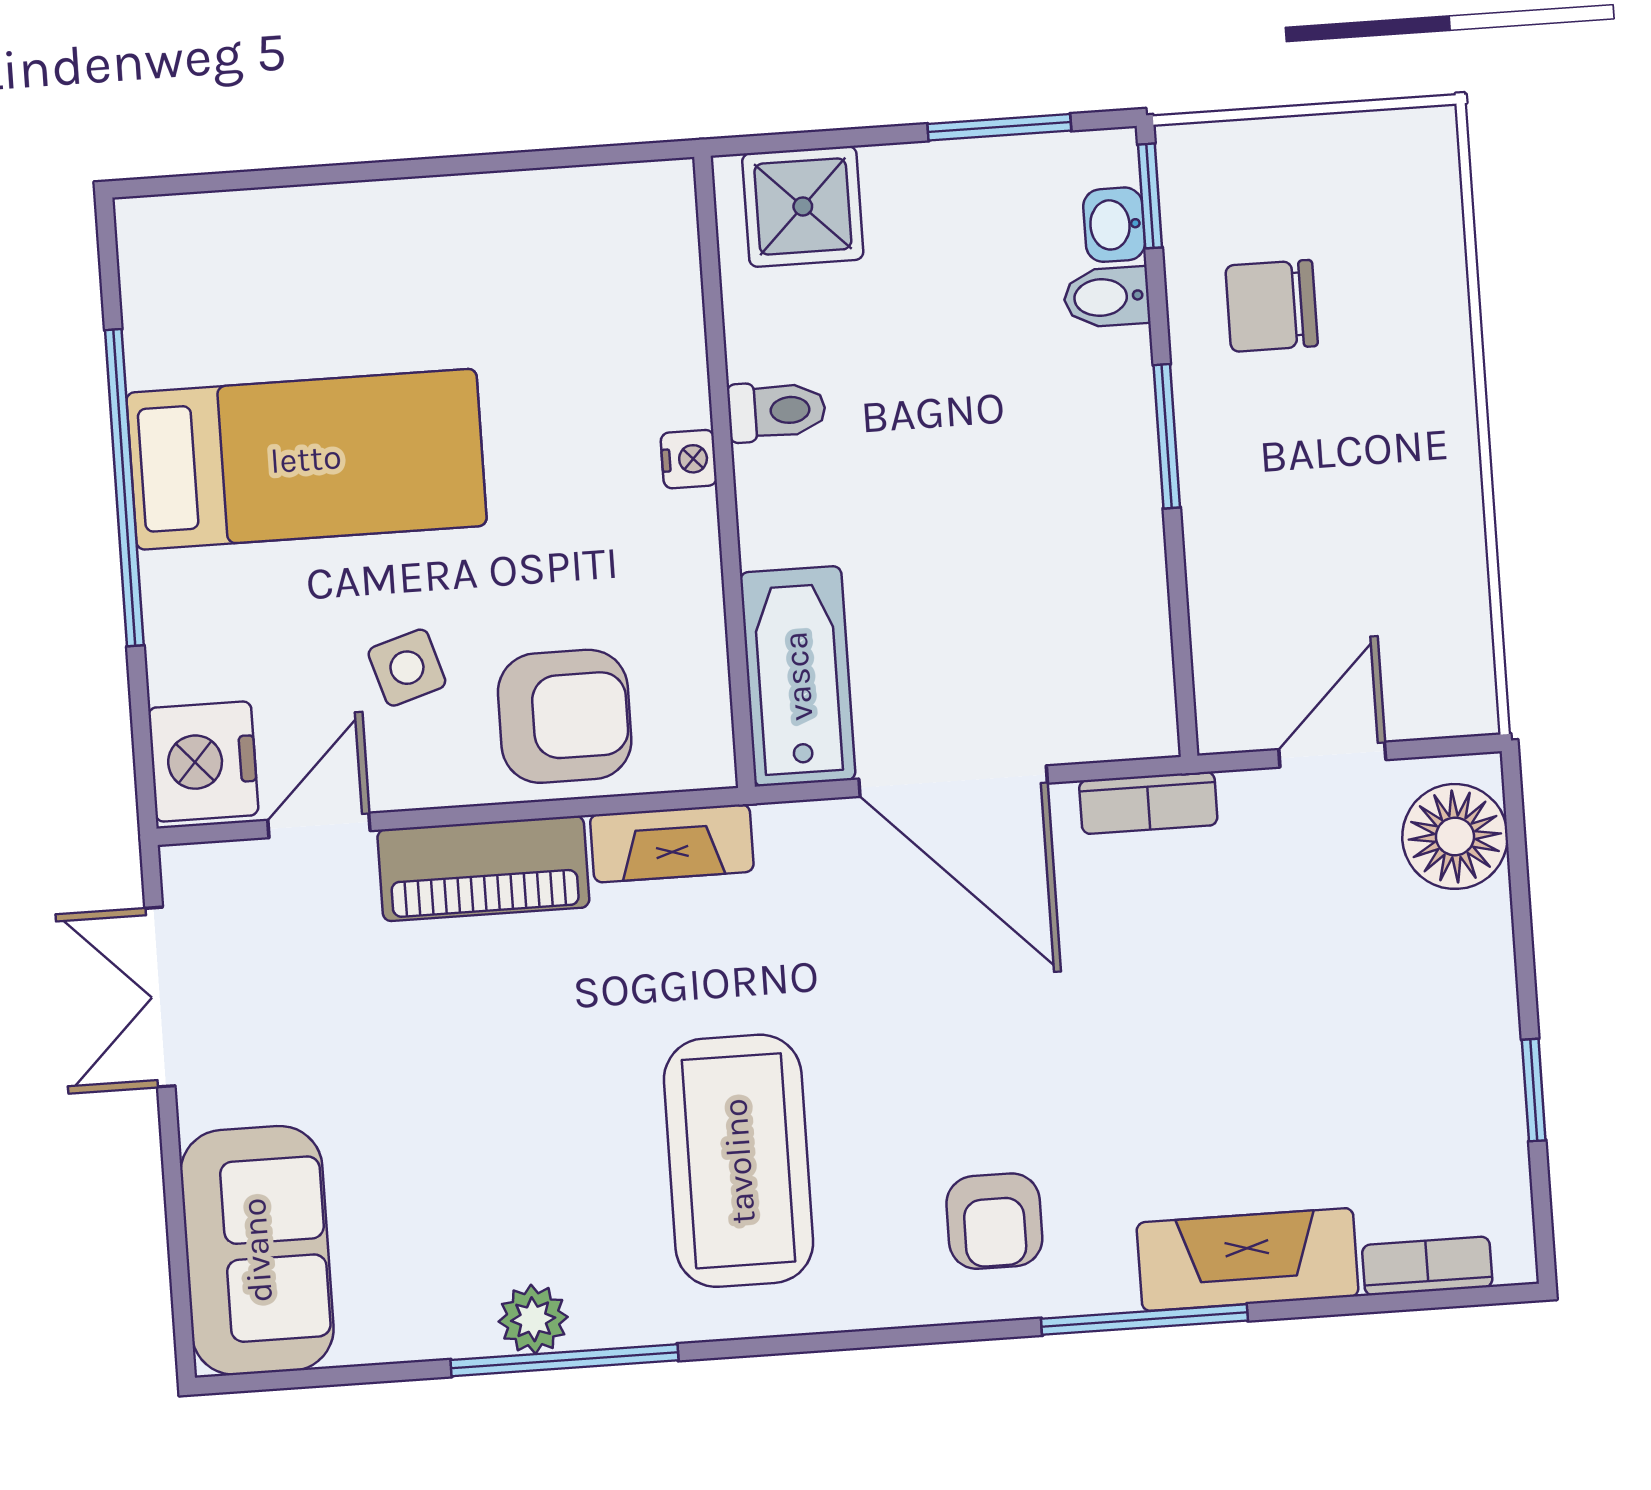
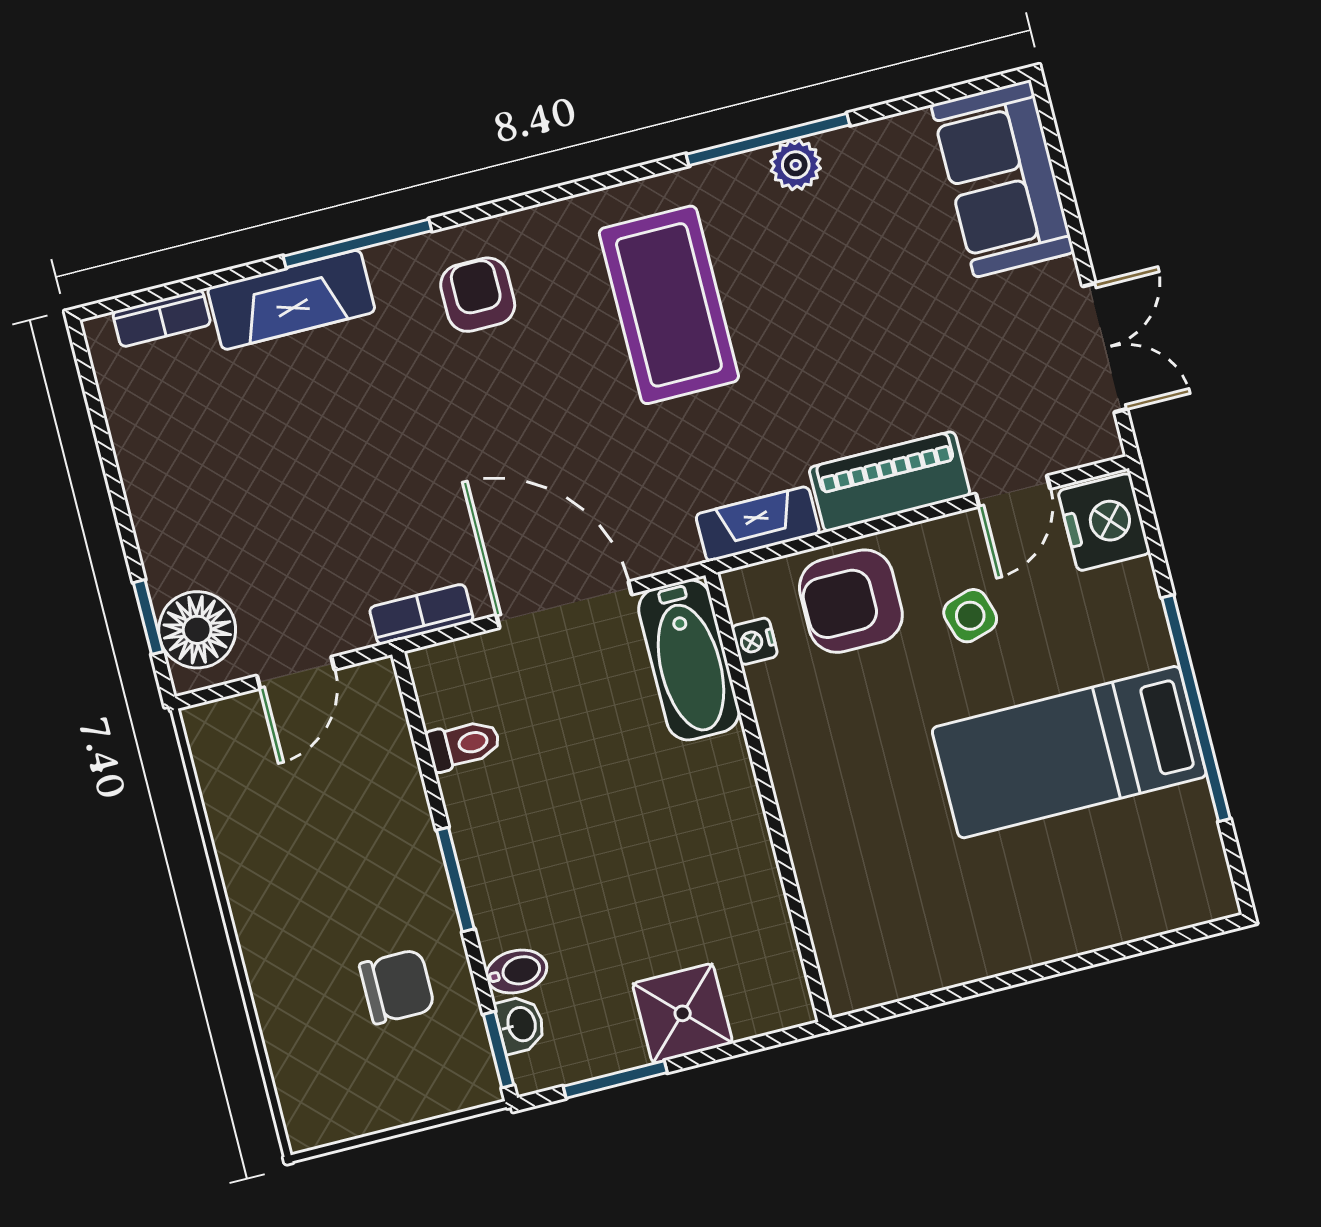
shower: (803, 206) -> (683, 1013), moved
toilet: (777, 411) -> (464, 745), moved, turned 180
nightstand: (689, 459) -> (755, 641), moved
window: (1534, 1090) -> (148, 617), moved

